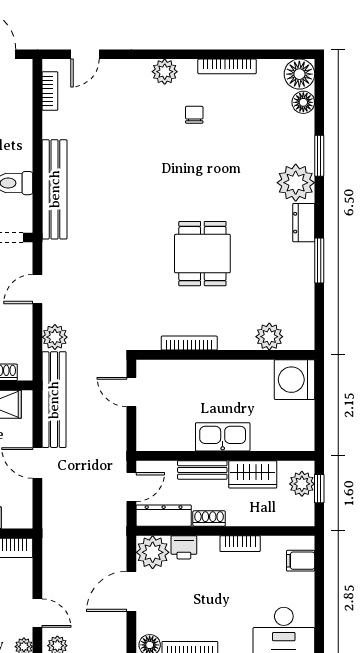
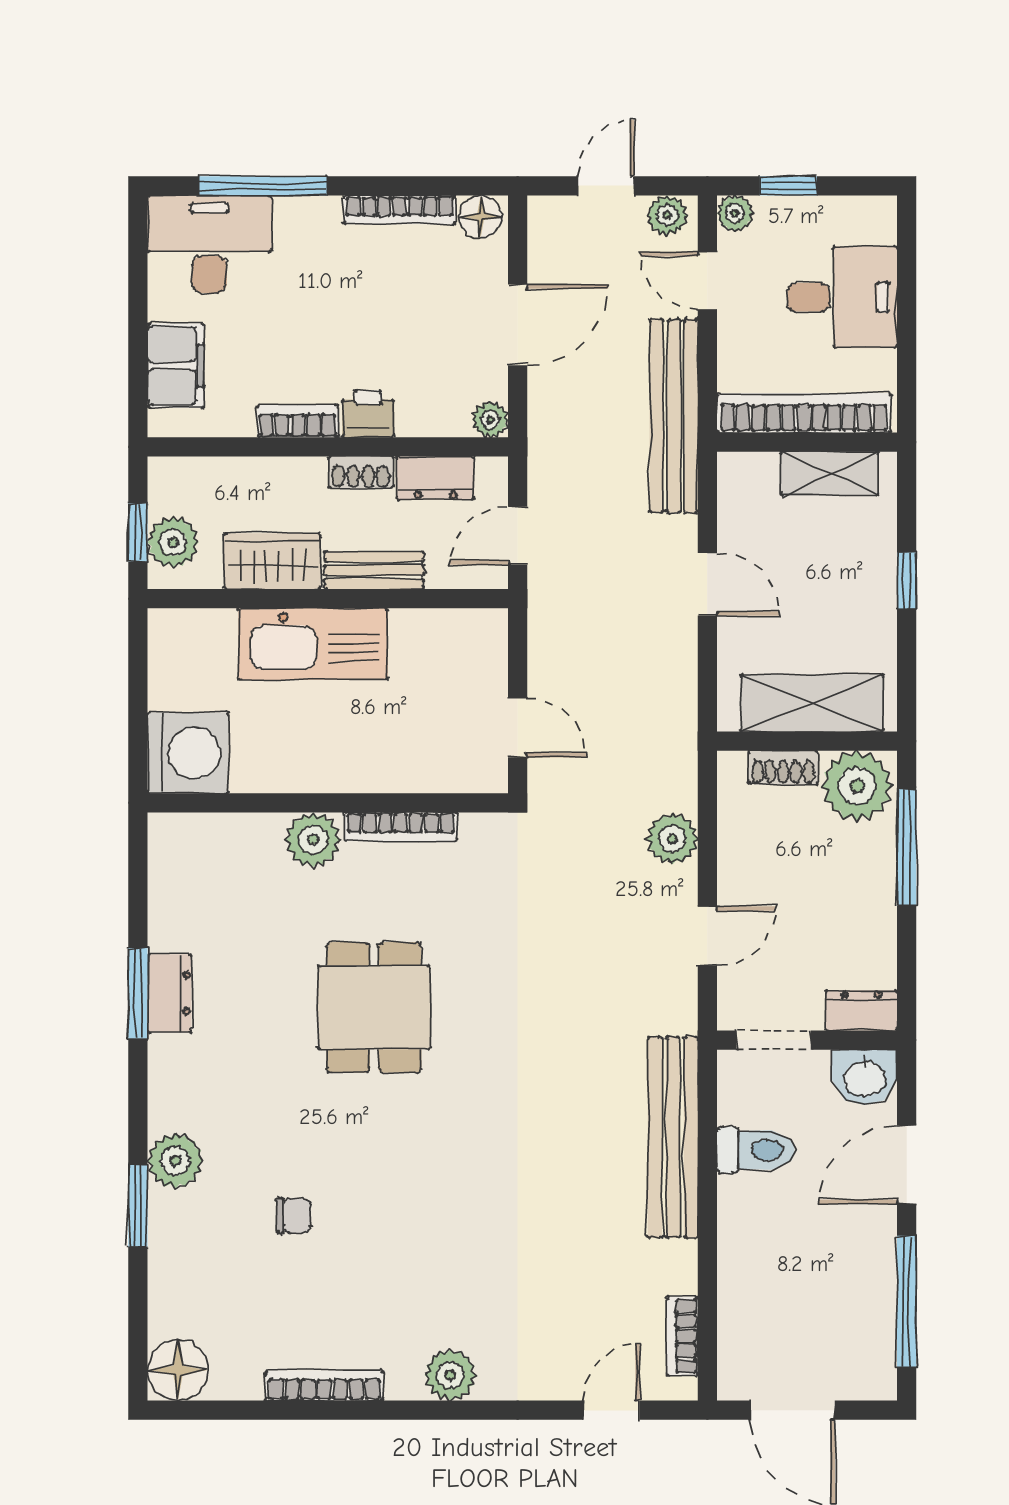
floor lamp: (303, 102) -> (170, 1313), removed
chair: (194, 115) -> (294, 1216), moved, turned -90
plant: (296, 183) -> (175, 1161), width x0.73, depth x0.73
dresser: (304, 223) -> (169, 993), moved
plant: (269, 337) -> (313, 840), moved
bench: (54, 400) -> (674, 416), moved
kitchen sink: (223, 437) -> (313, 644), width x1.36, depth x1.24
dresser: (164, 516) -> (436, 478), width x0.70
printer: (184, 547) -> (368, 414), moved
plant: (153, 552) -> (490, 420), width x0.53, depth x0.53
filing cabinet: (301, 561) -> (176, 366), width x2.00

